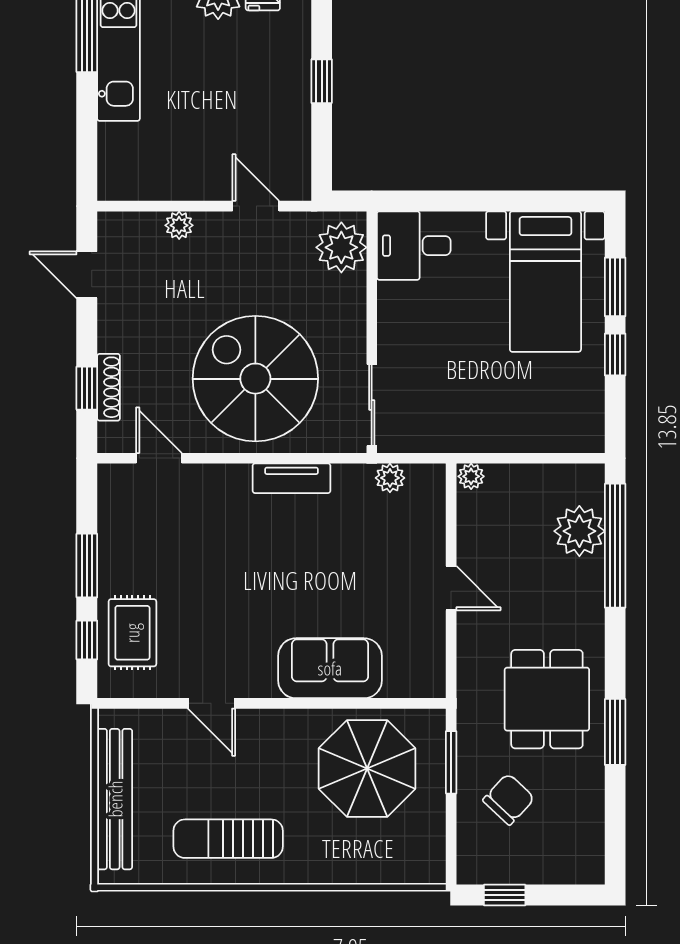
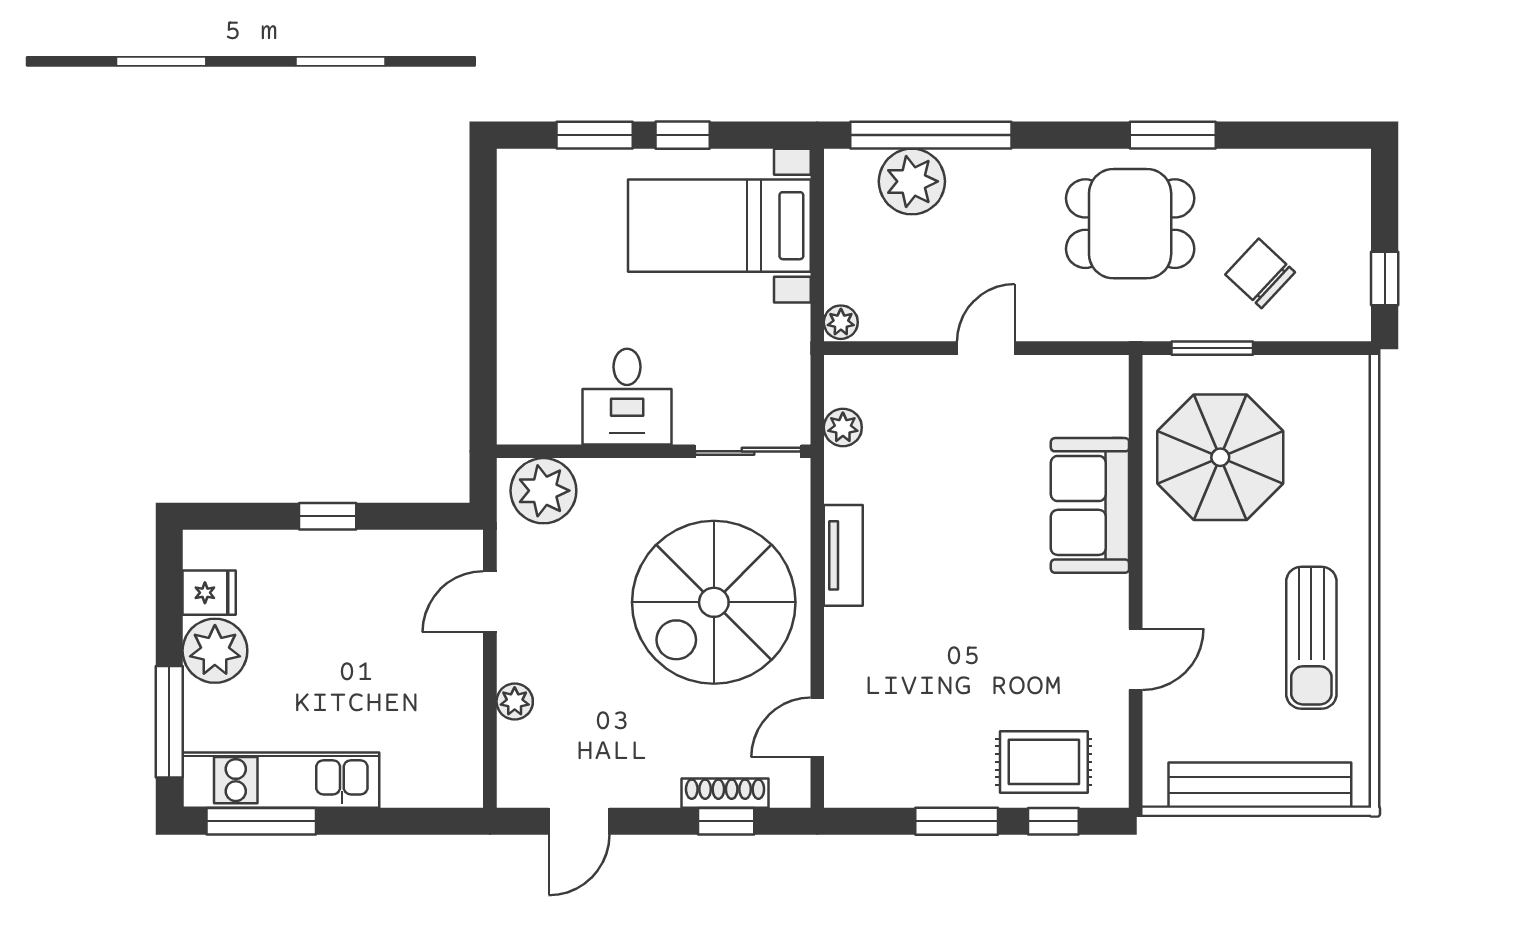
desk: (414, 246) -> (627, 397), moved
bed with nightstands: (545, 282) -> (719, 226), moved, turned 180

